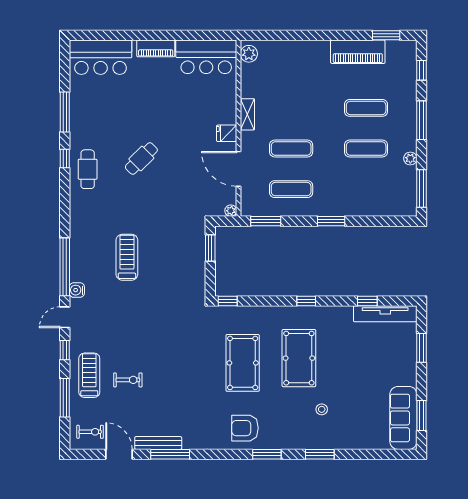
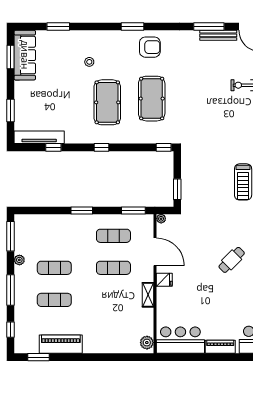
window: (320, 454) -> (58, 26), moved

